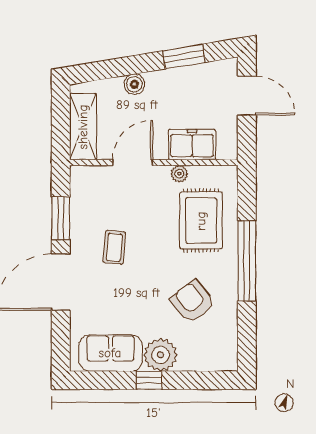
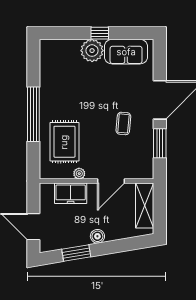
boiler: (134, 84) -> (97, 236), moved
armchair: (193, 301) -> (70, 87), removed

